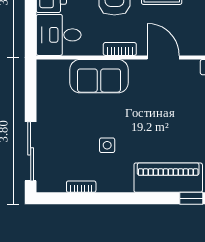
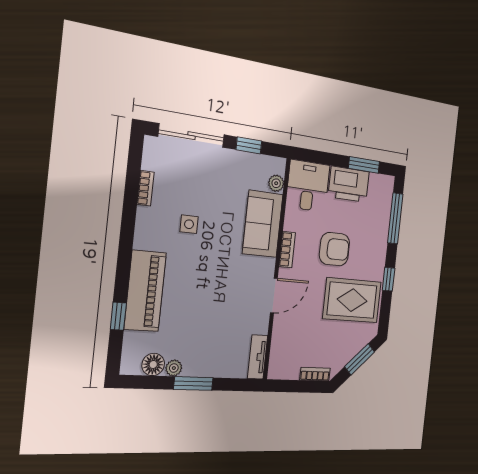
plant: (61, 67) -> (276, 183), added
window: (31, 98) -> (249, 145), added

